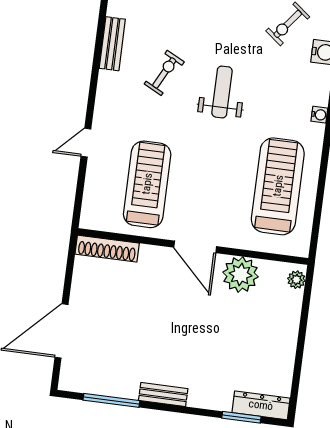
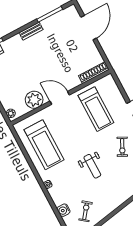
exercise bike: (164, 73) -> (122, 147), moved

